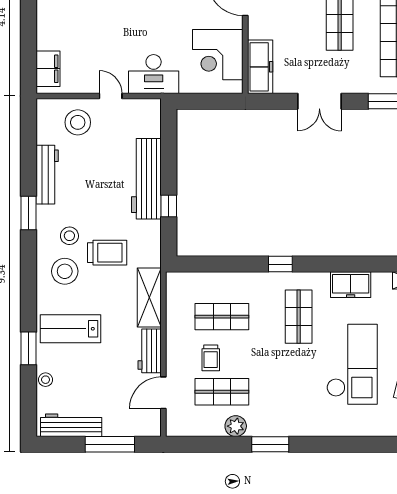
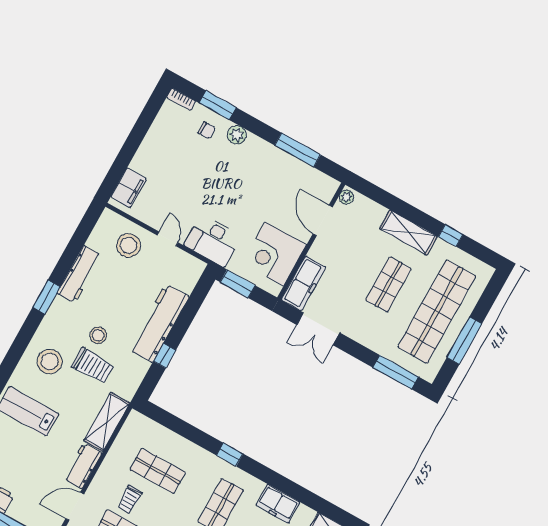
window: (199, 101) -> (238, 284), added
double door: (319, 101) -> (318, 329), moved
stool: (69, 236) -> (98, 335), moved

